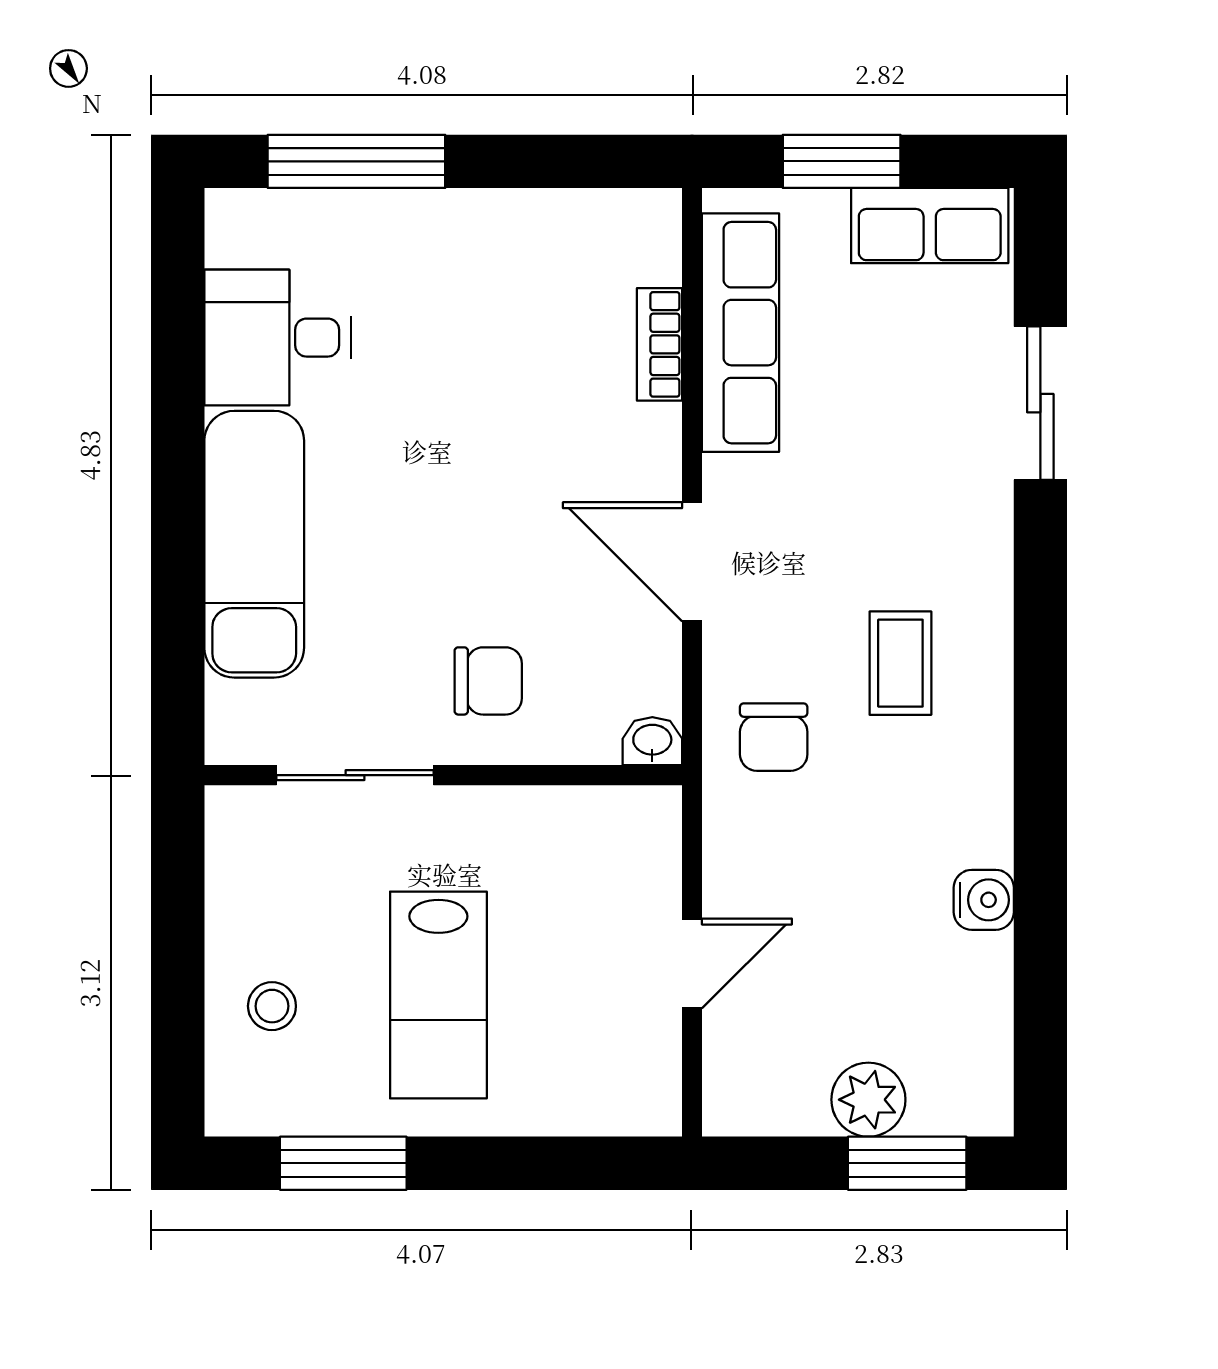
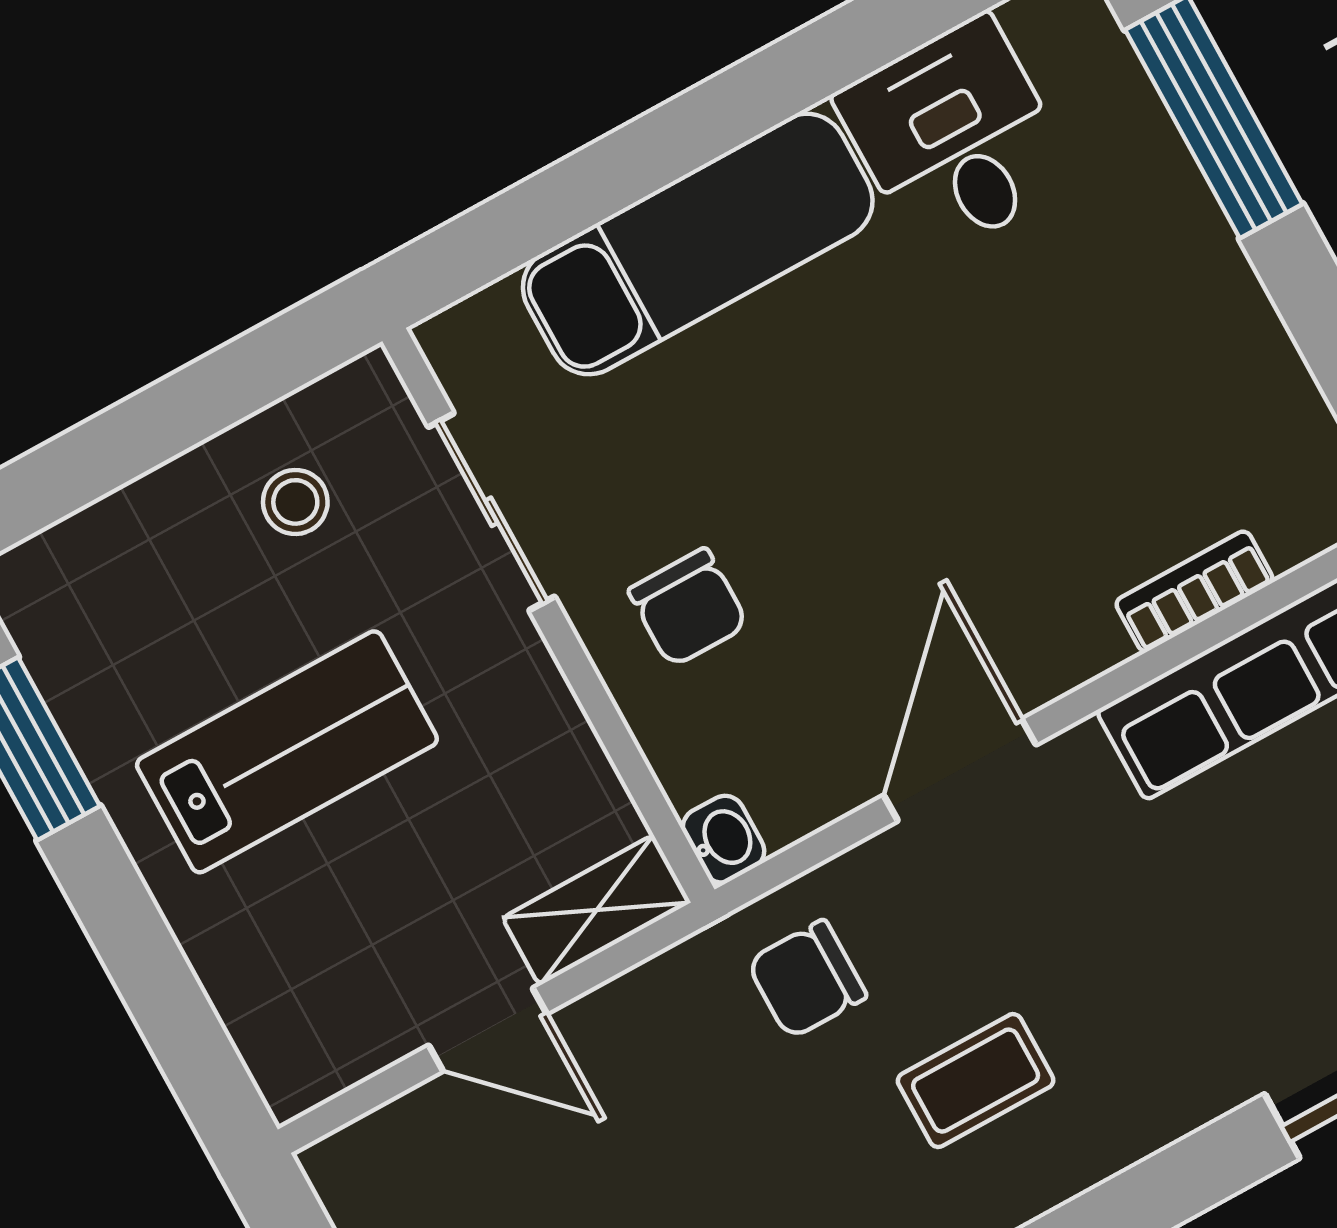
shelving: (653, 850) -> (596, 910), added
lab bench: (438, 995) -> (287, 752), turned 180
stool: (272, 1006) -> (295, 502), moved

